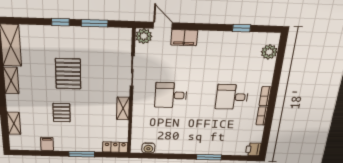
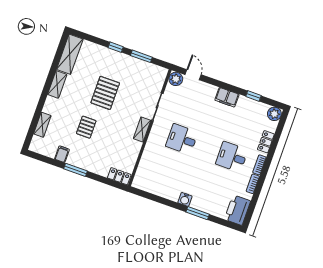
filing cabinet: (184, 38) -> (227, 97), moved
plant: (269, 52) -> (274, 114), moved
locker: (267, 72) -> (266, 142), added
shelving: (123, 108) -> (142, 129), moved
water cooler: (148, 148) -> (185, 199), moved
printer: (253, 149) -> (237, 210), width x1.87, depth x1.48
window: (82, 154) -> (75, 170), moved

